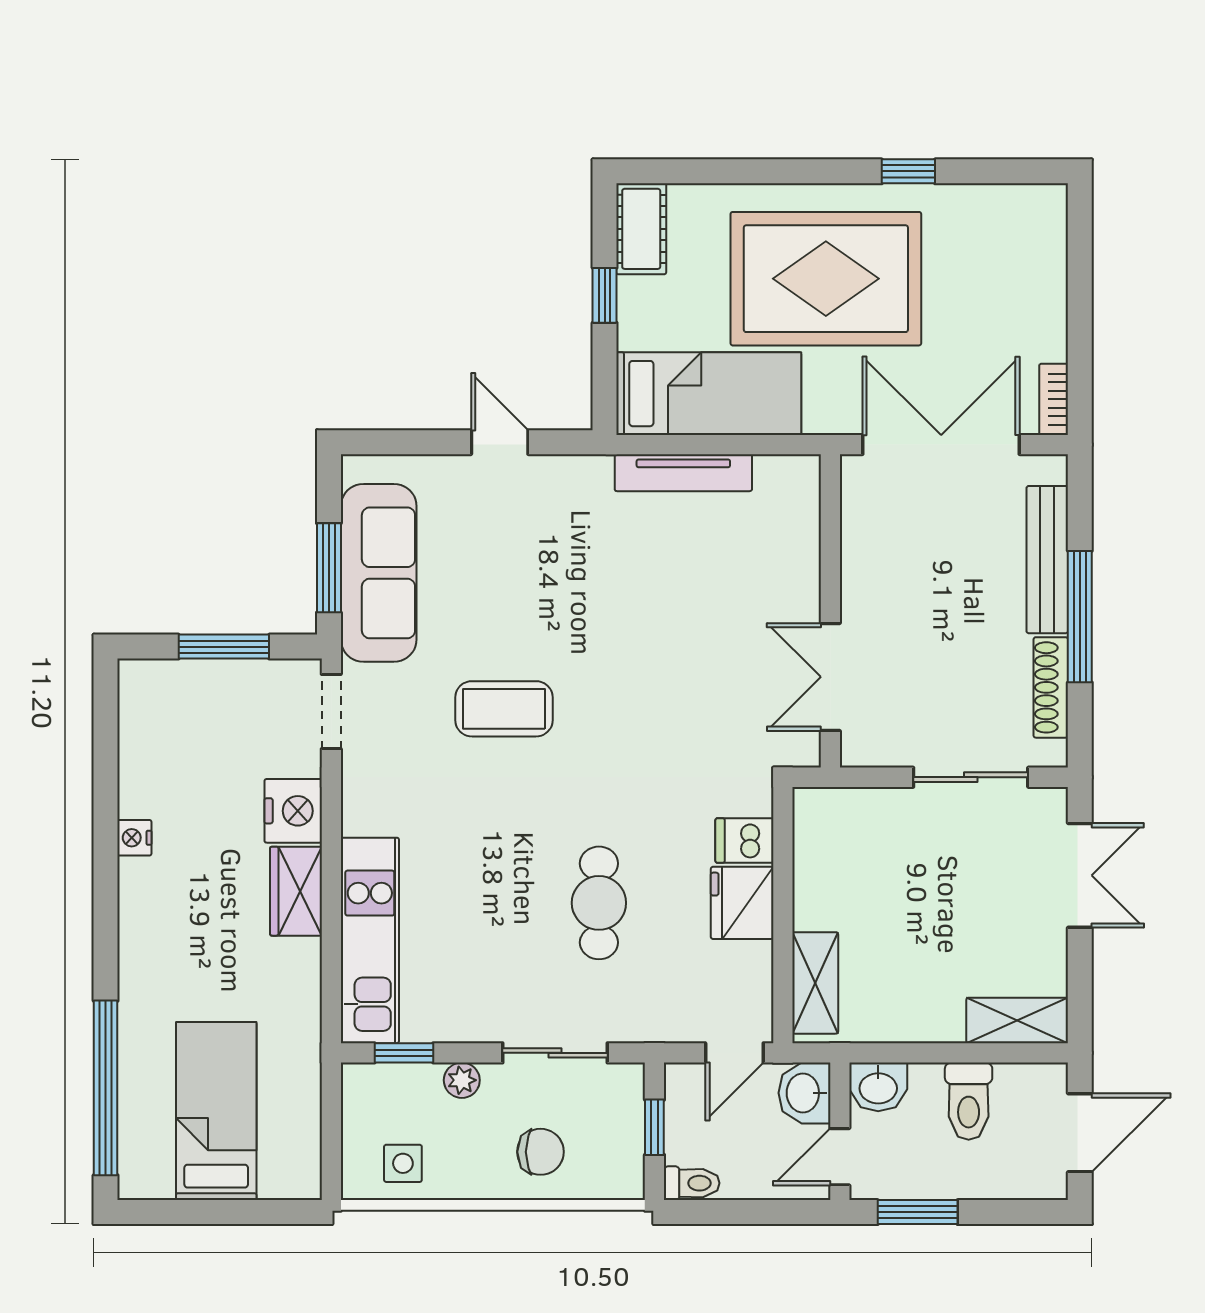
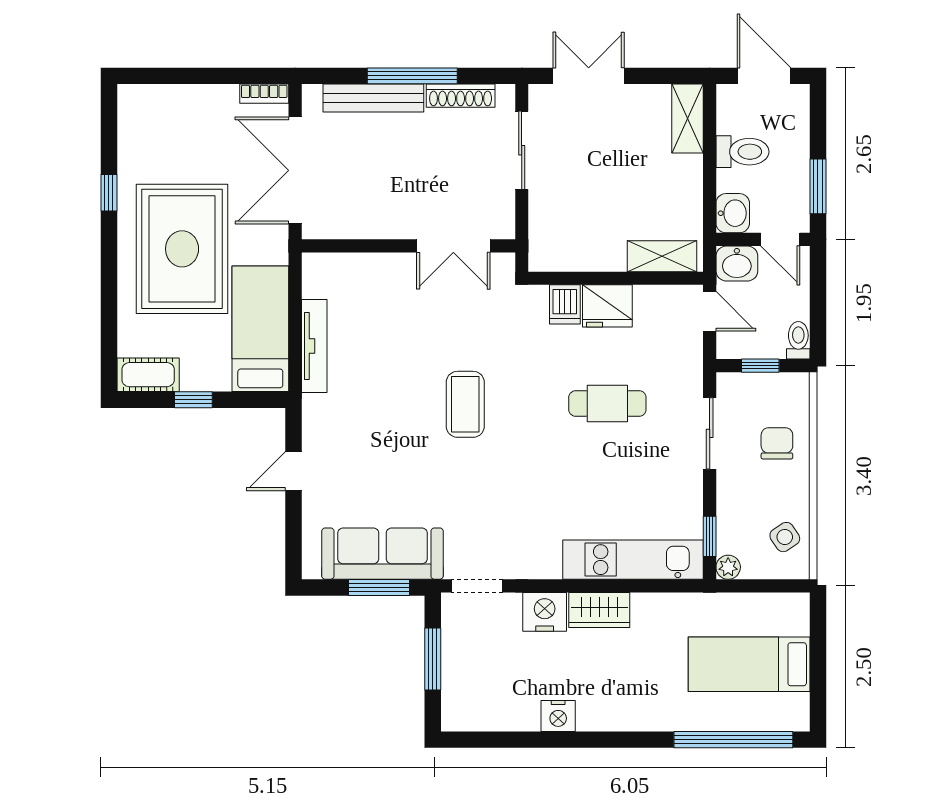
coffee table: (504, 709) -> (465, 404), moved
nightstand: (134, 838) -> (558, 716), width x1.39, depth x1.35
plant: (462, 1080) -> (728, 567), moved
side table: (403, 1163) -> (785, 537), turned -34

